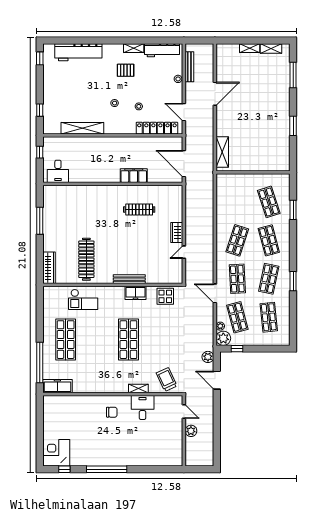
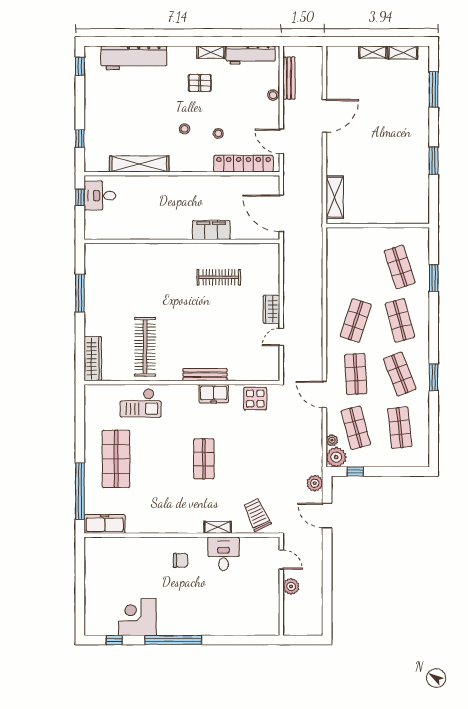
desk: (58, 171) -> (100, 196), moved, turned 90
shop shelf: (269, 279) -> (400, 374), turned -33
shop shelf: (128, 340) -> (204, 459), width x0.70, depth x0.74
corner desk: (56, 453) -> (137, 617), moved

